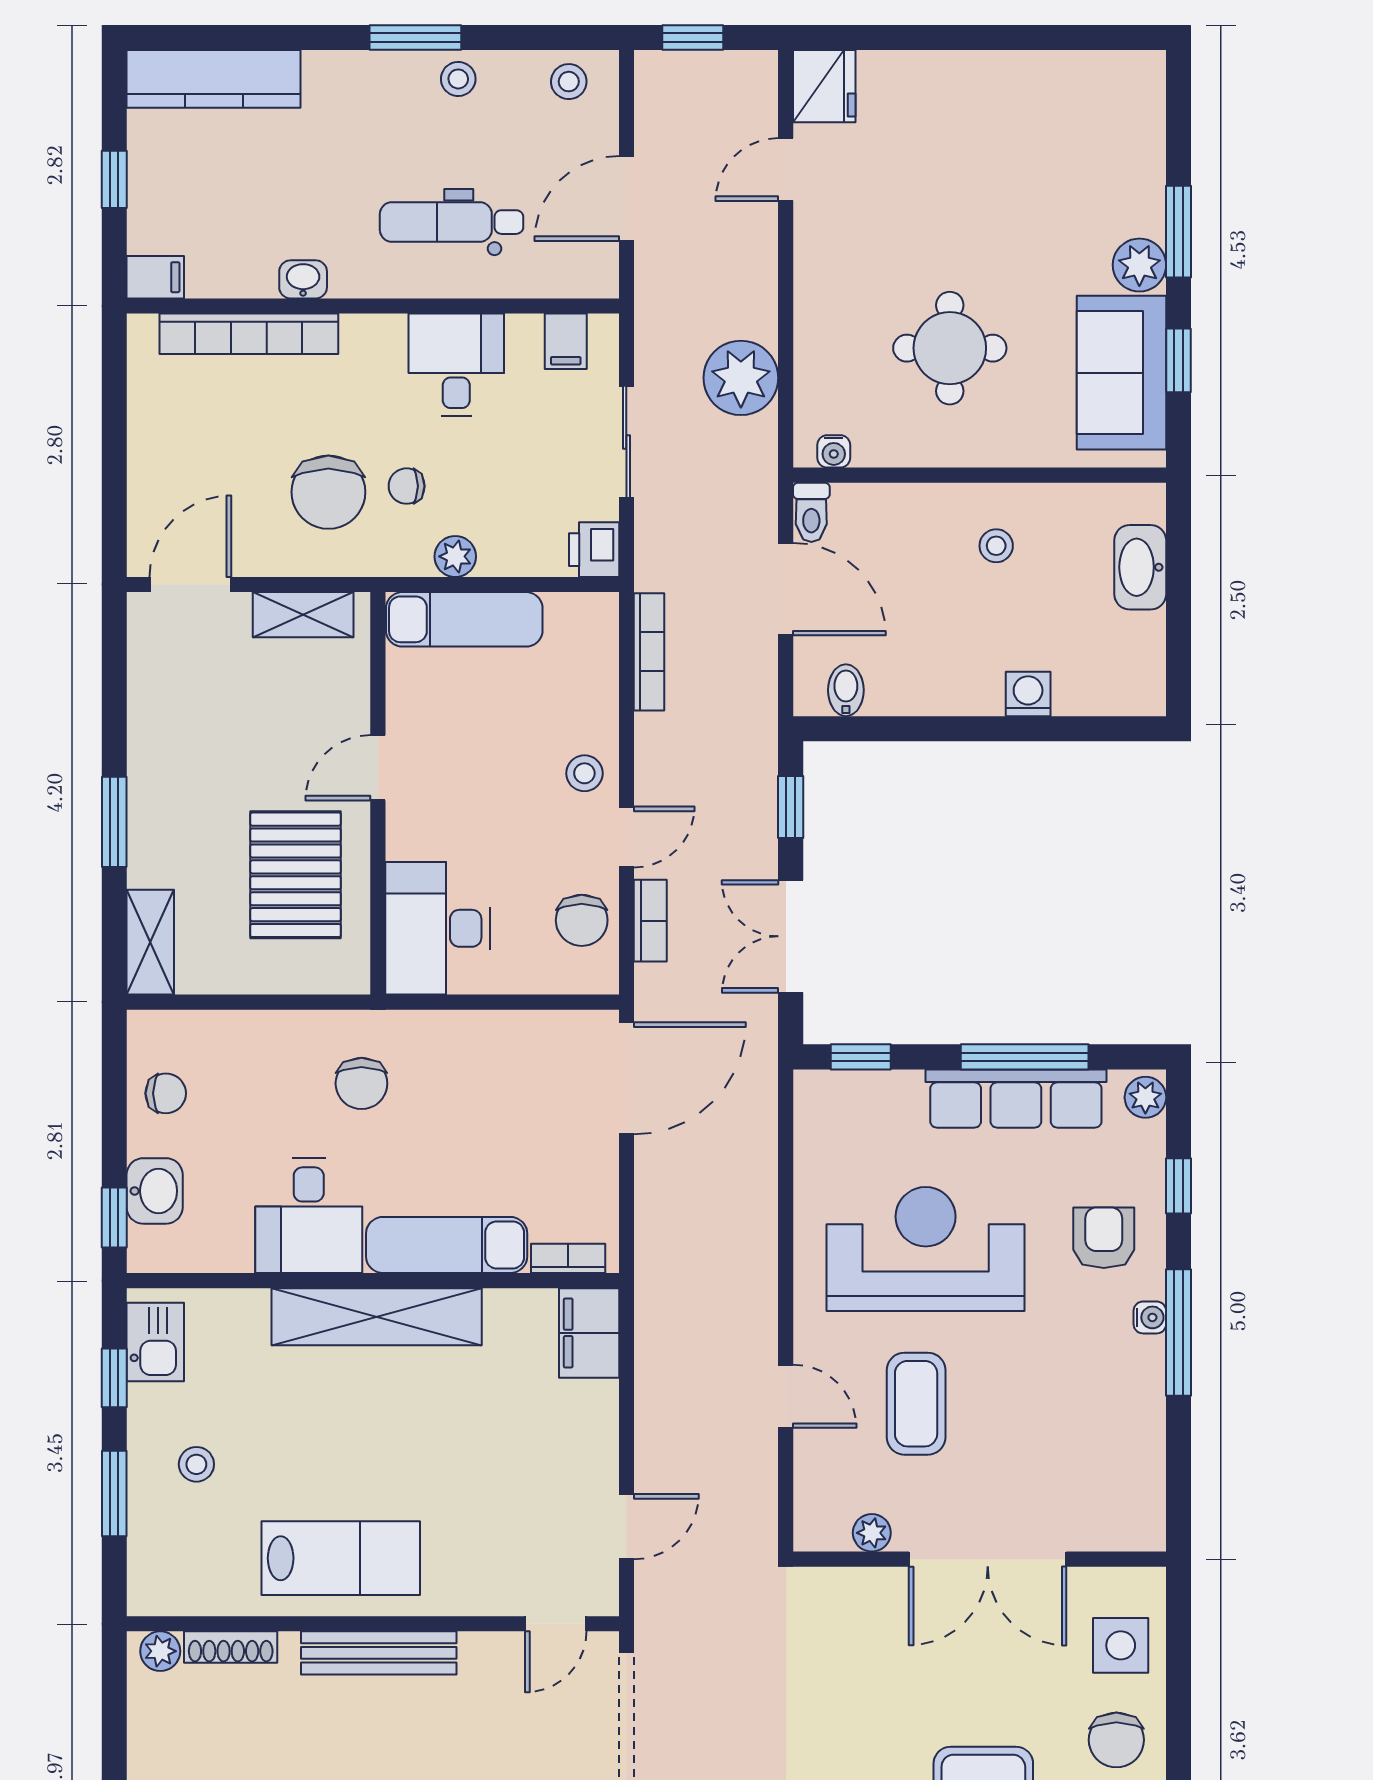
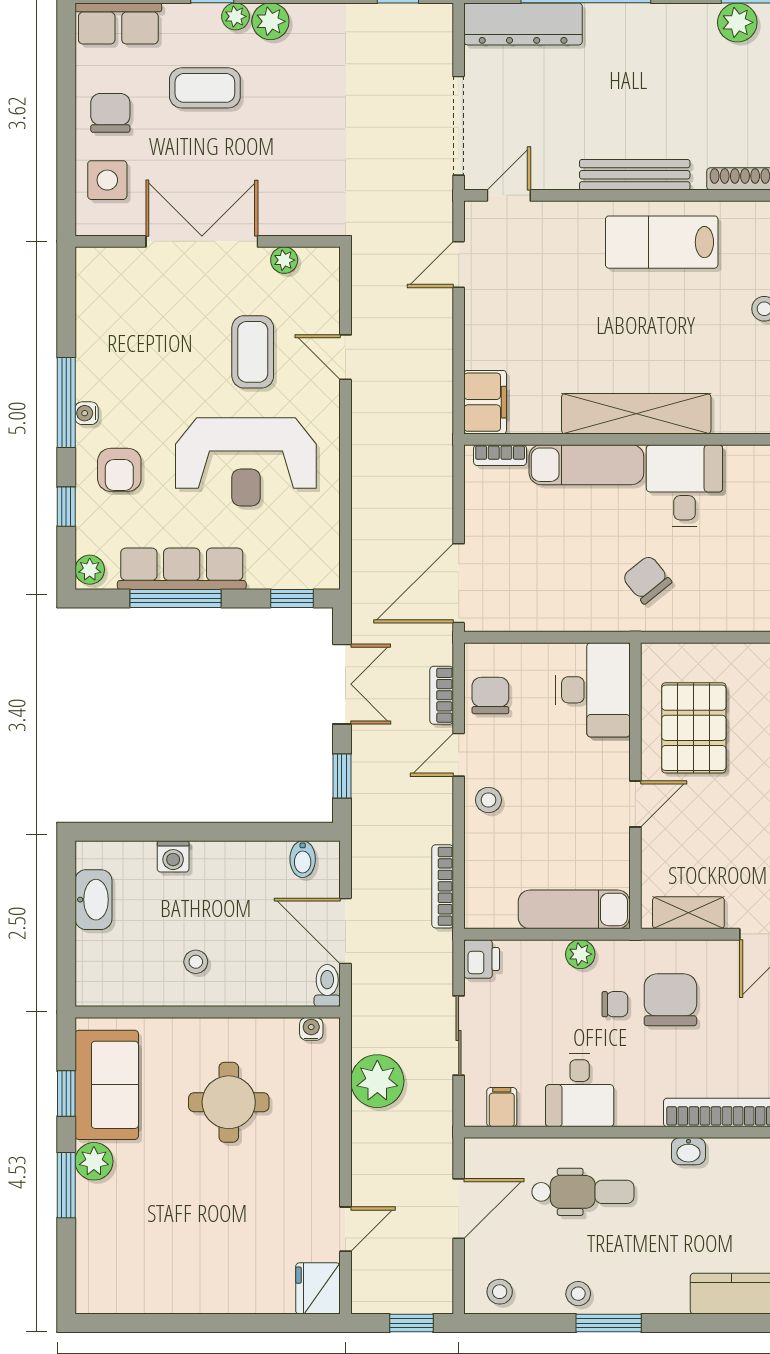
washbasin: (1140, 567) -> (93, 900), moved
chair: (361, 1083) -> (647, 579), turned -39

